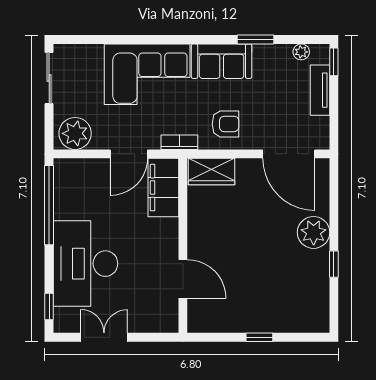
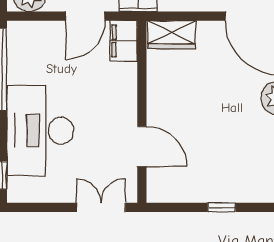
filing cabinet: (163, 188) -> (124, 41), width x0.67, depth x0.86
double door: (104, 337) -> (101, 207), moved

